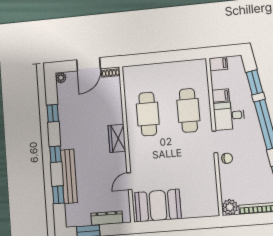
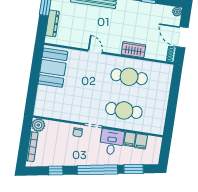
filing cabinet: (218, 64) -> (141, 141), moved
wardrobe: (117, 138) -> (133, 50), moved
door: (129, 181) -> (95, 52), moved

